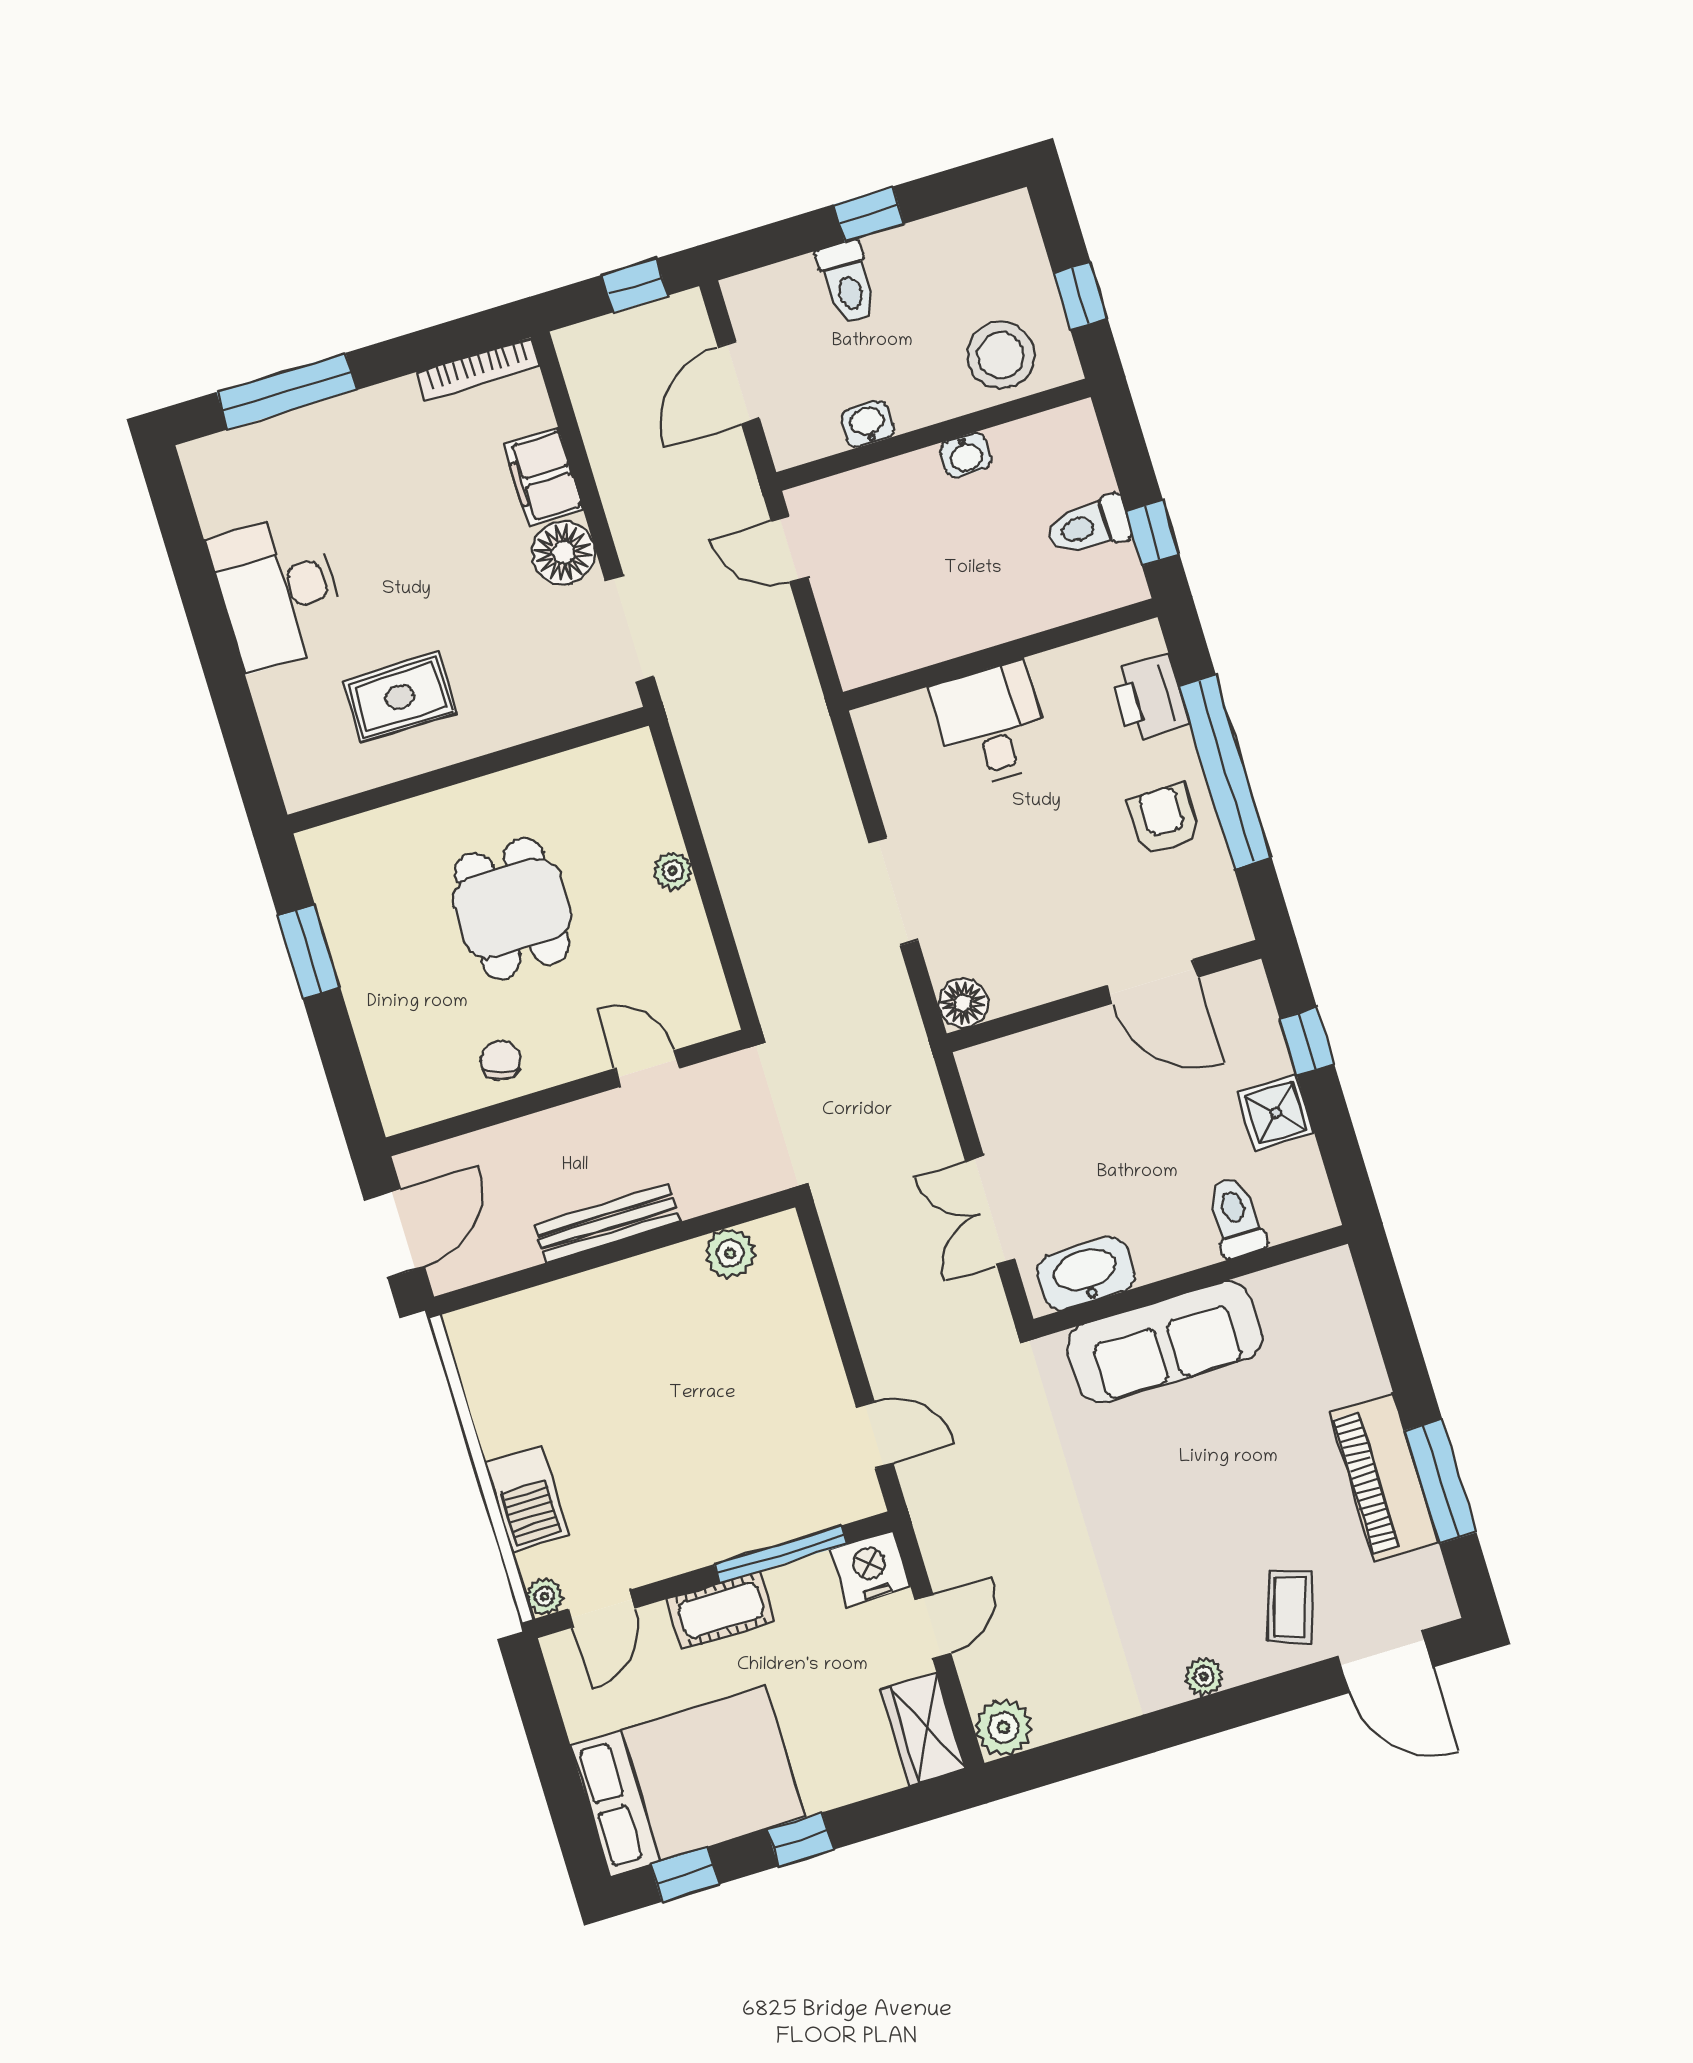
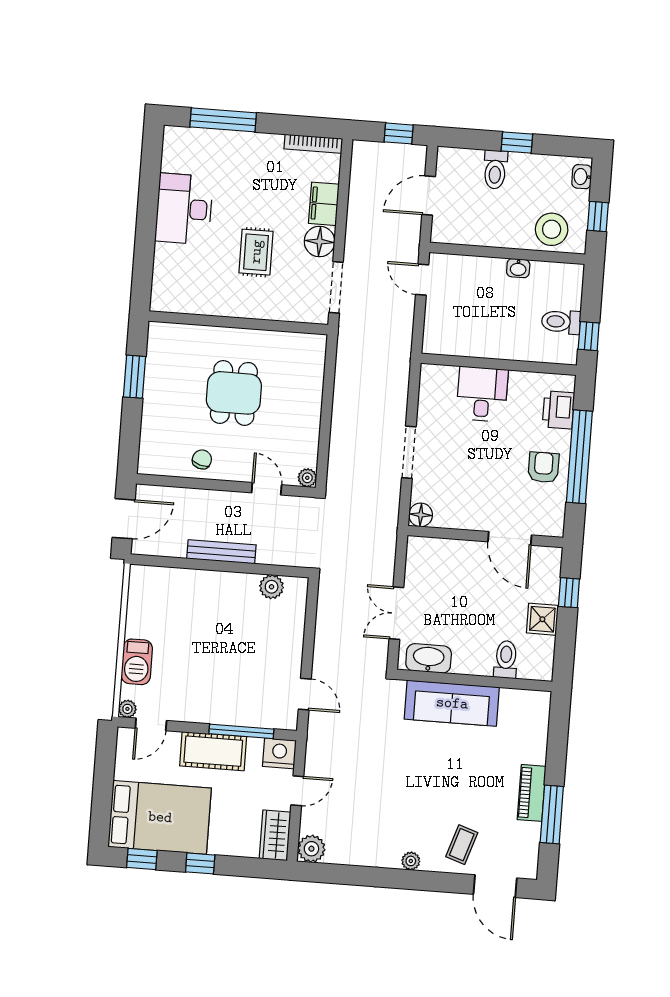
washbasin: (868, 424) -> (582, 177), moved, turned -90
rug: (400, 697) -> (256, 252), moved, turned 90
plant: (673, 871) -> (307, 478), moved
piano: (1384, 1477) -> (532, 793), width x0.73, depth x0.75
cot: (721, 1610) -> (213, 751), width x1.37, depth x1.34

